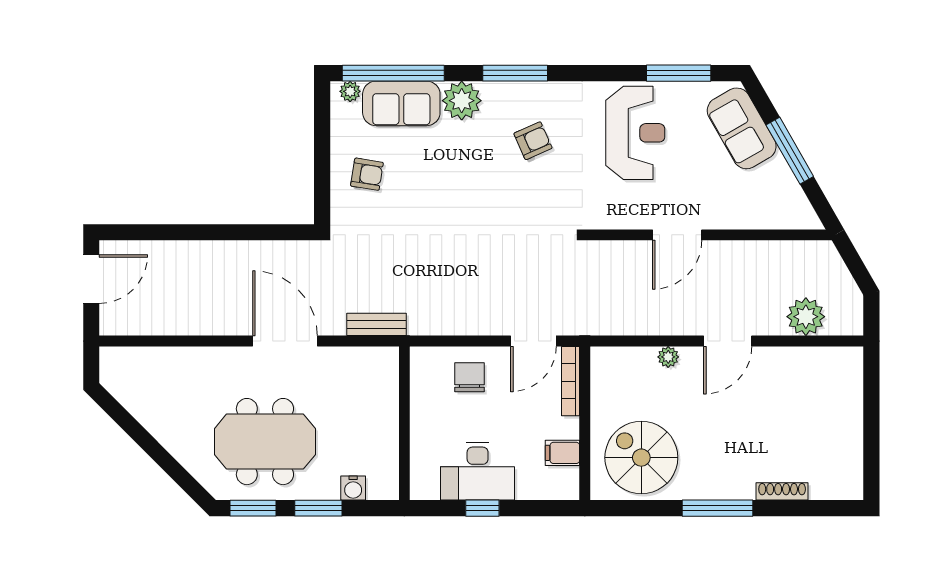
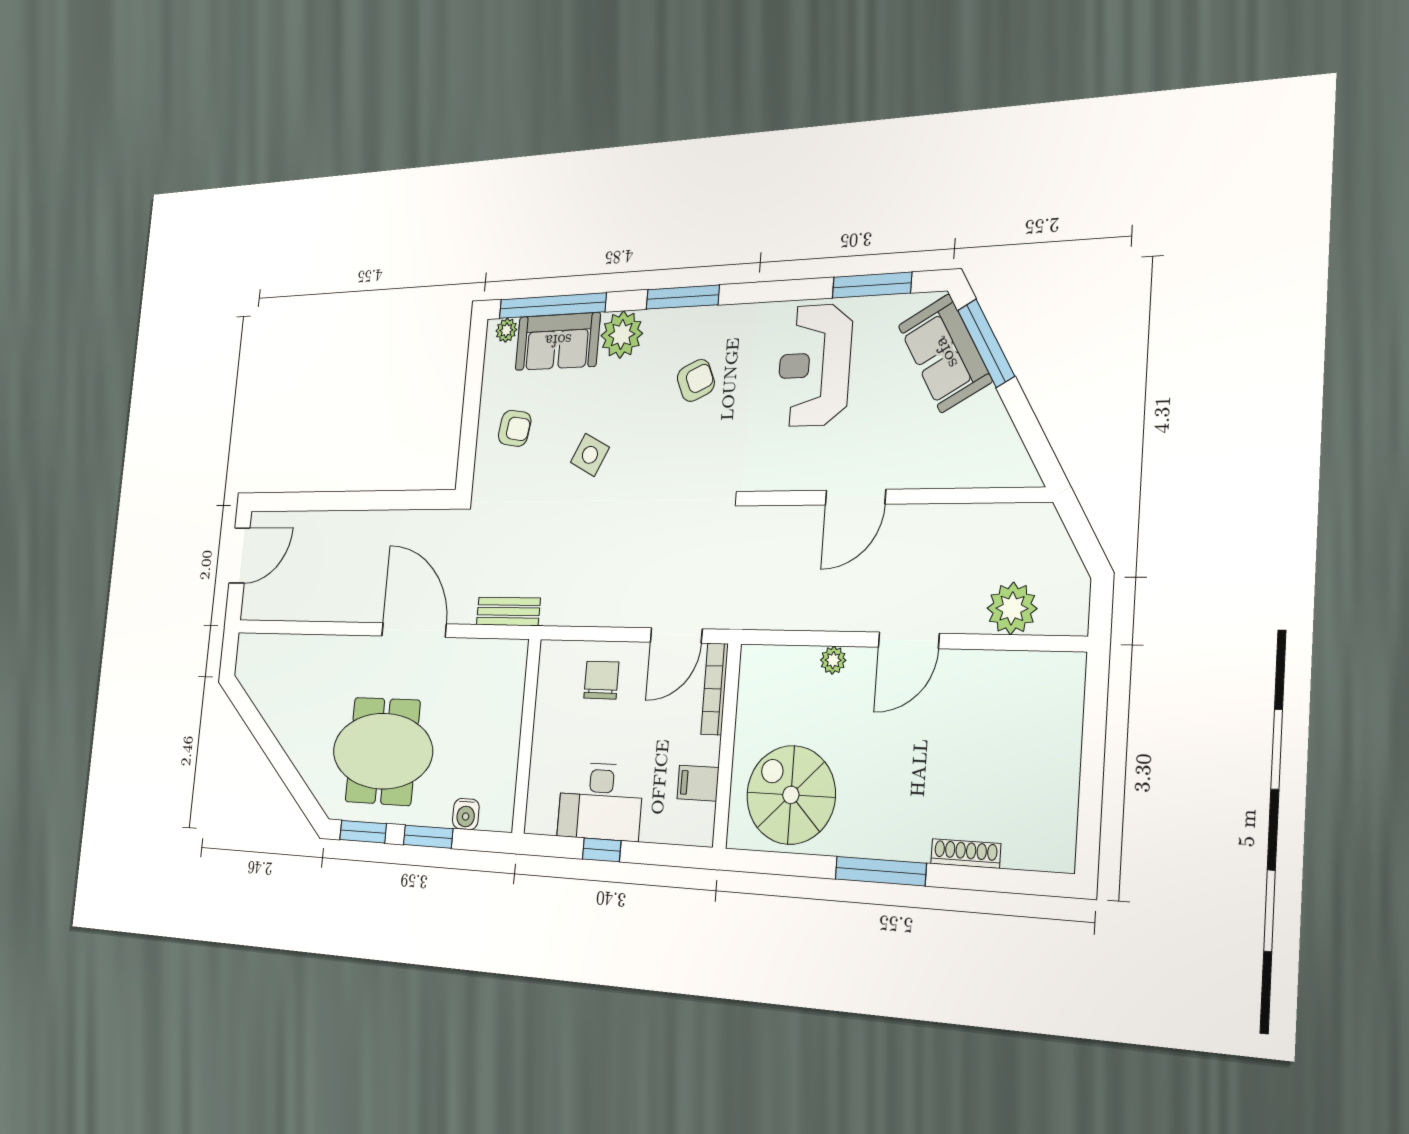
reception desk: (635, 133) -> (814, 365), turned 180
window: (790, 151) -> (986, 343), moved
side table: (441, 198) -> (590, 455), added

